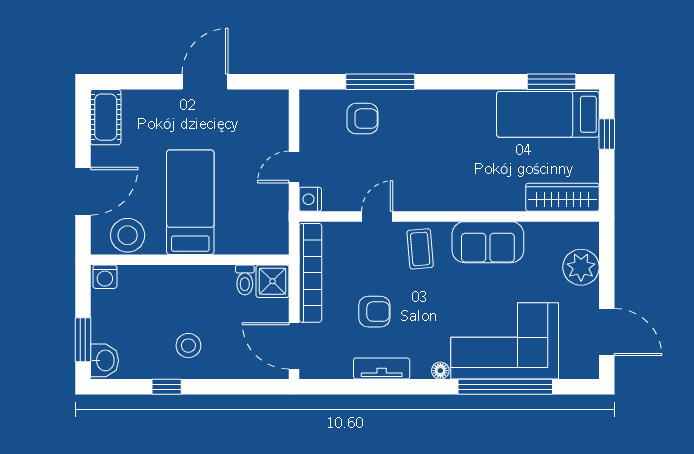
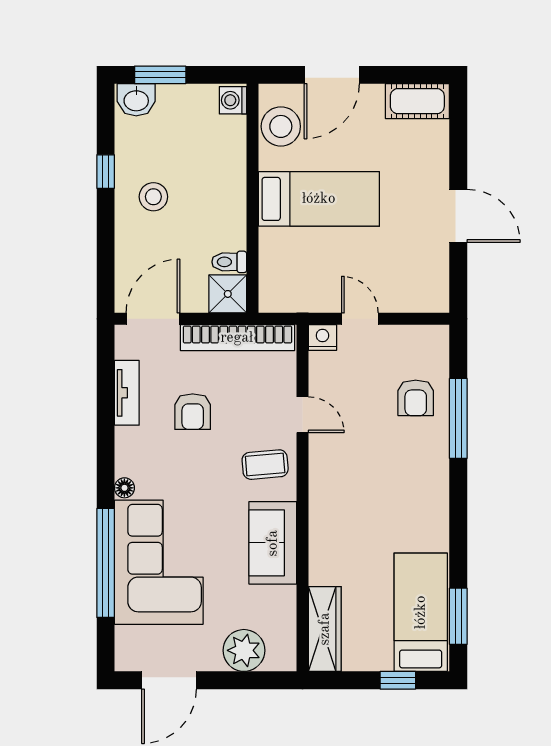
door: (83, 191) -> (332, 75), hinge flipped
tv unit: (382, 369) -> (127, 393), moved

